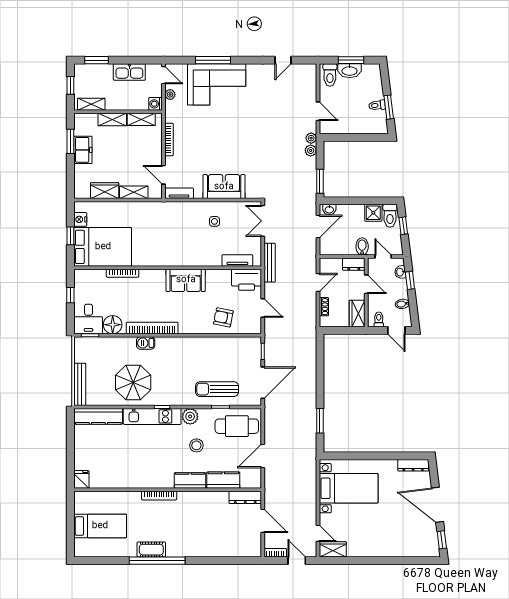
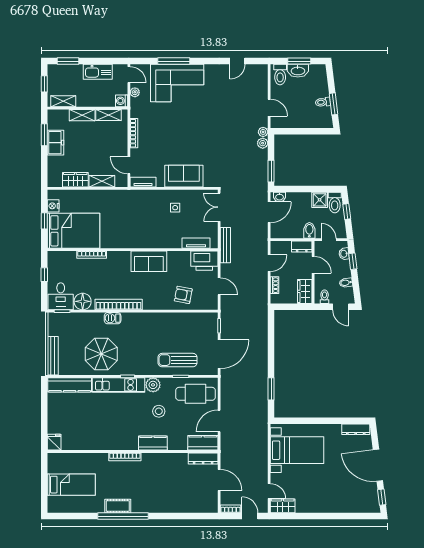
kitchen counter: (223, 480) -> (203, 443), moved

